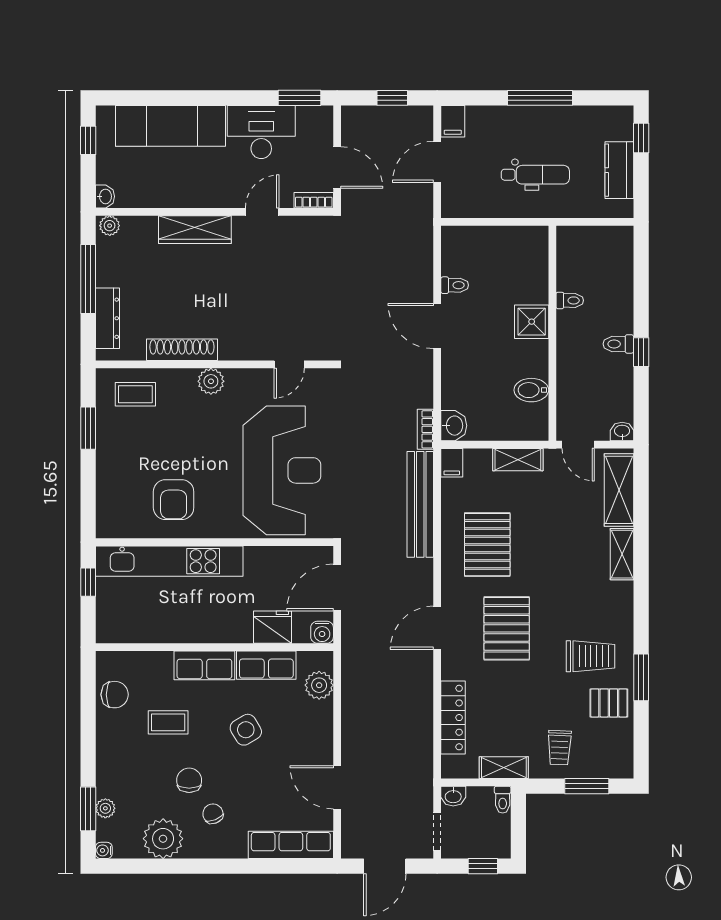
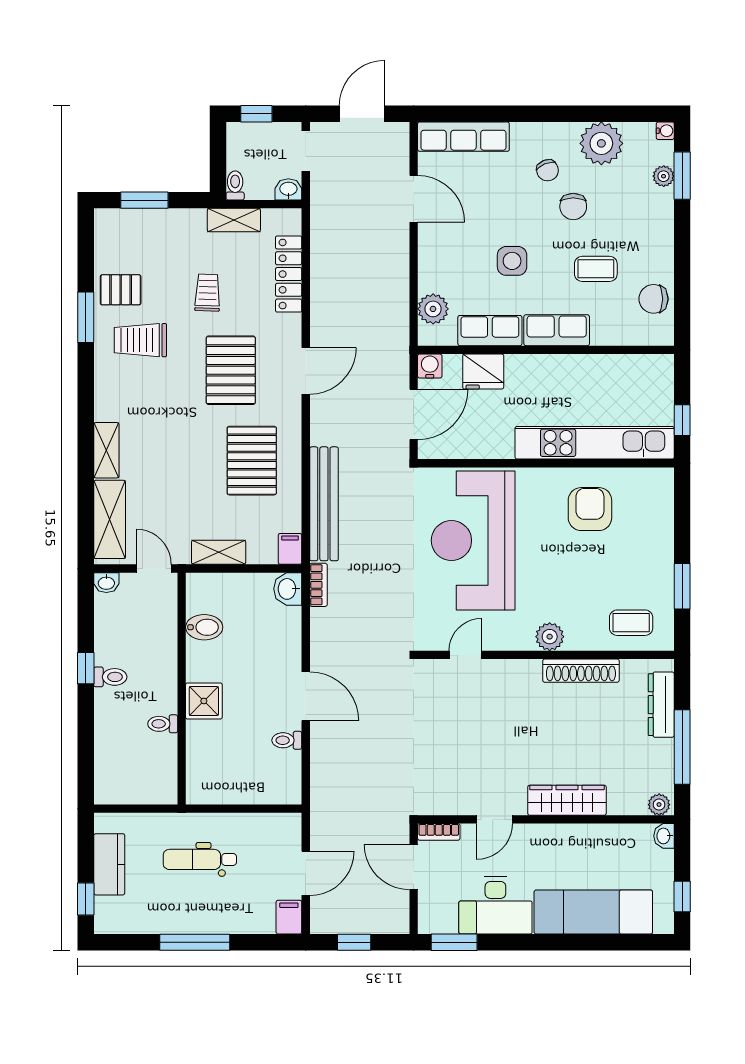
side table: (246, 730) -> (512, 261), turned 31
trolley: (560, 748) -> (208, 293), moved

